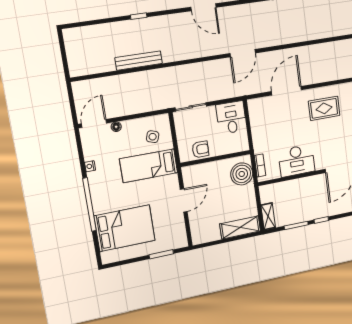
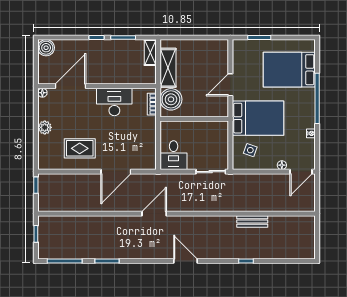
bench: (139, 61) -> (252, 222), width x0.73
armchair: (200, 149) -> (207, 130), removed
bed: (149, 166) -> (258, 118), width x1.50
shelving: (240, 227) -> (168, 68), moved, turned 90

